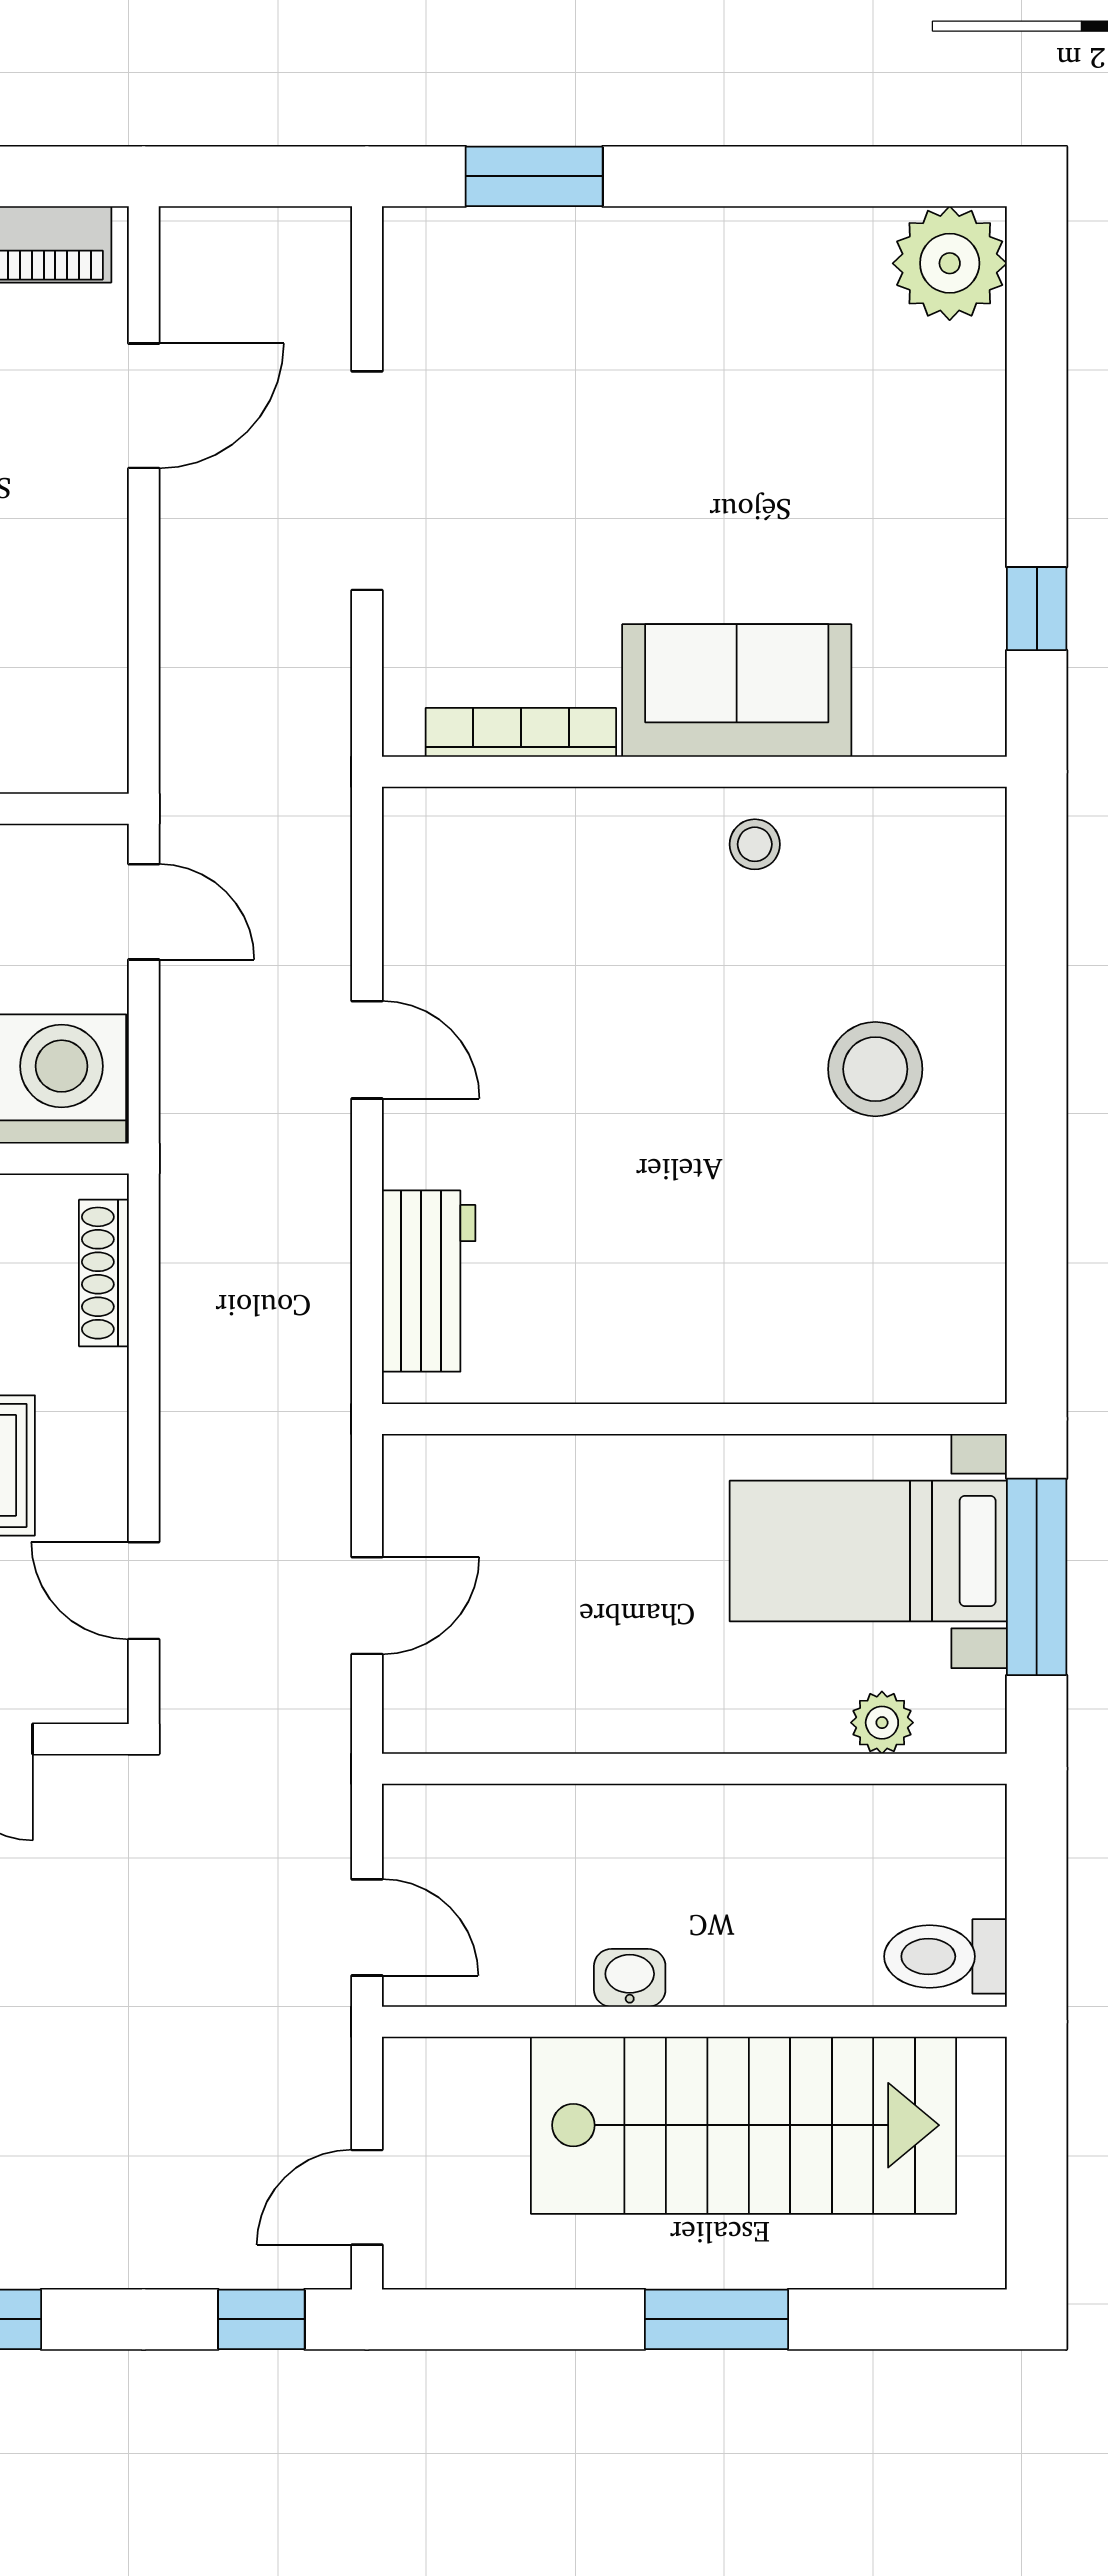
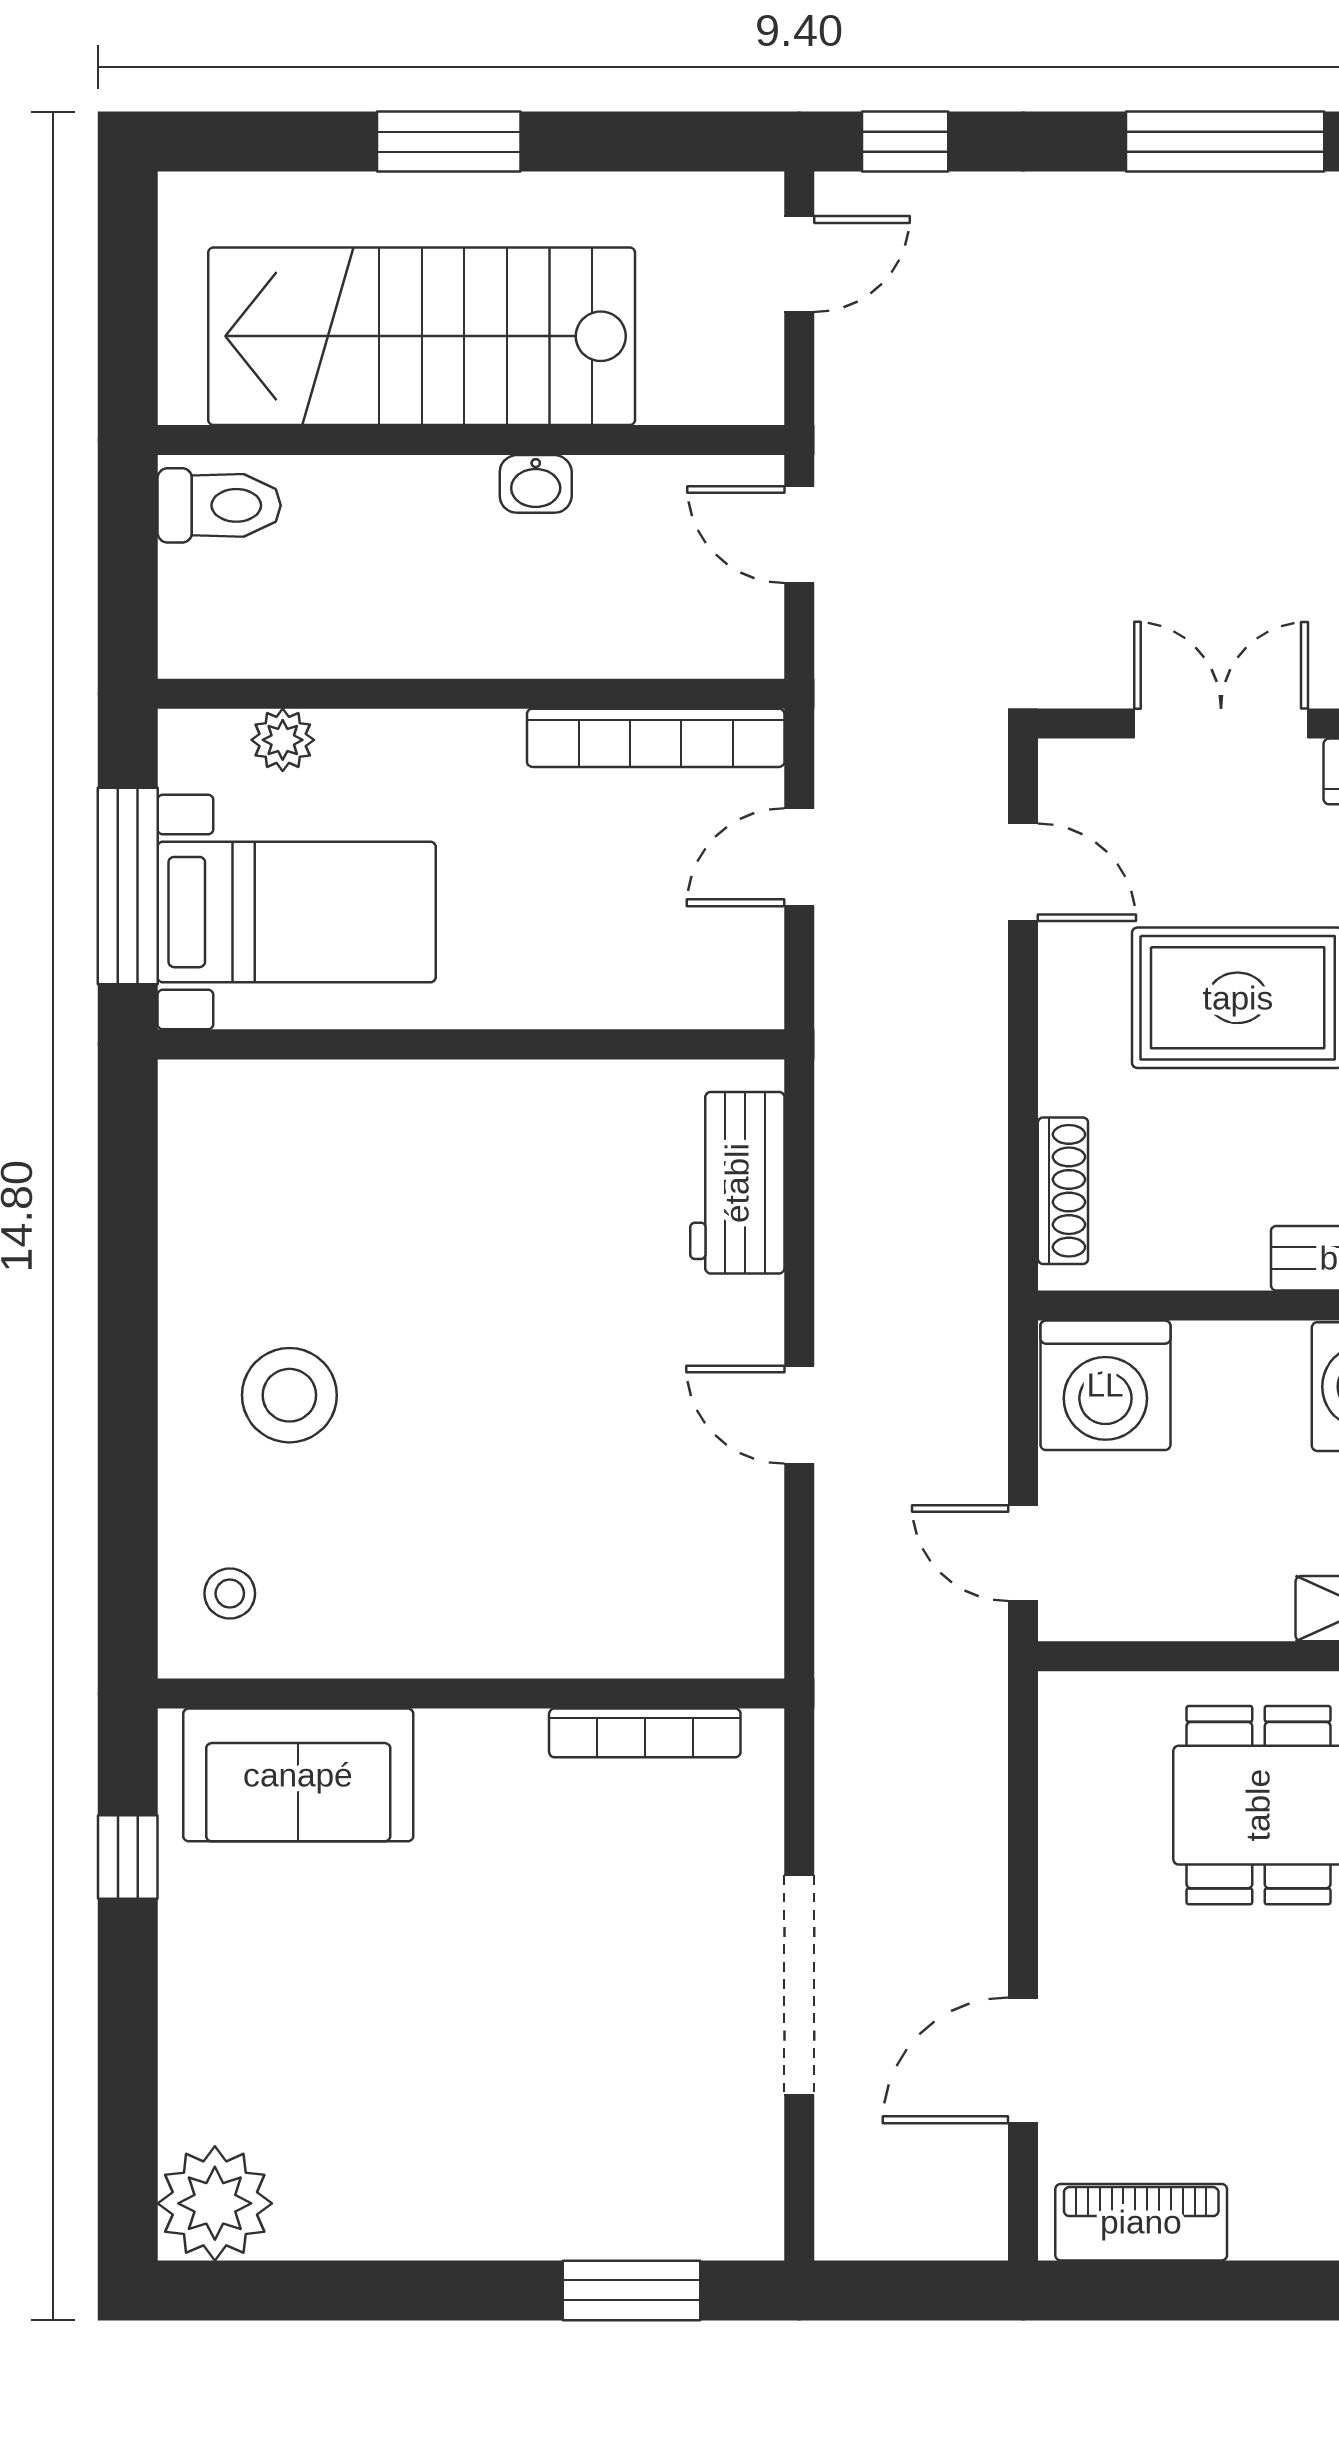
sofa: (737, 690) -> (298, 1775), moved
stool: (755, 844) -> (230, 1593), moved
bookcase: (510, 1725) -> (656, 738), added

